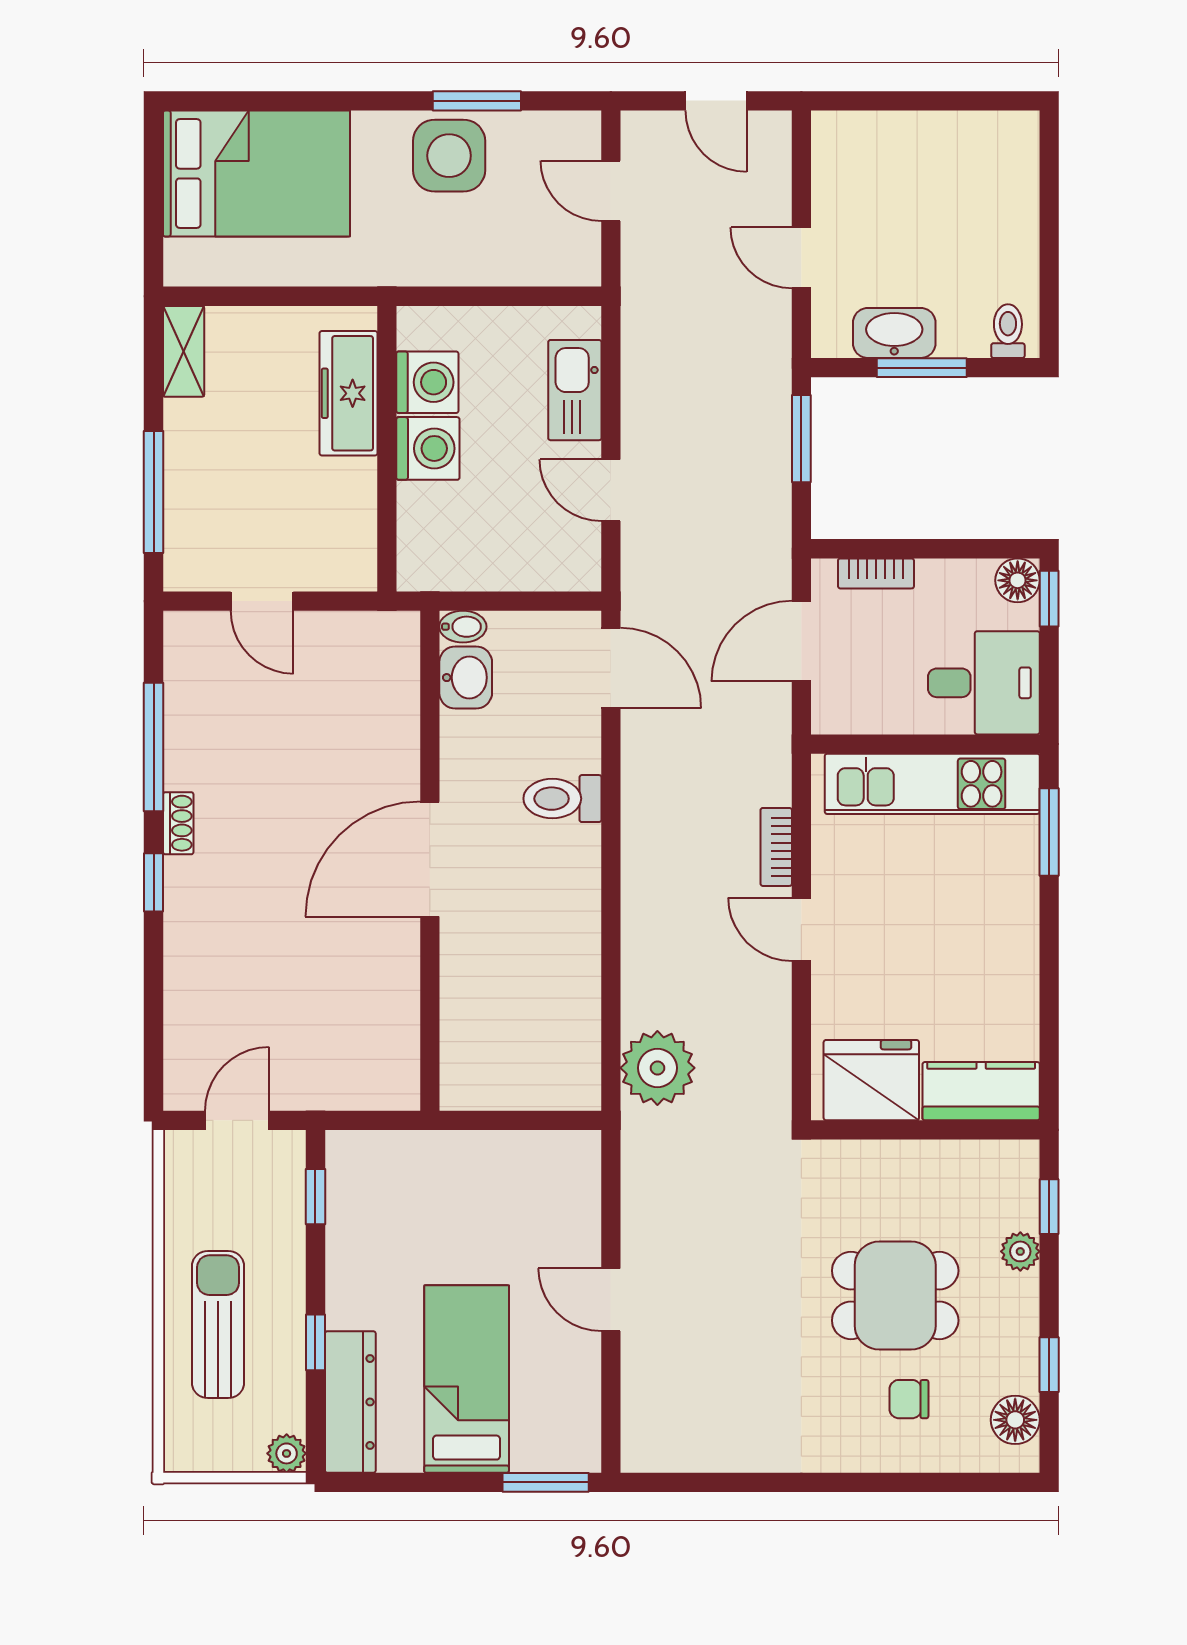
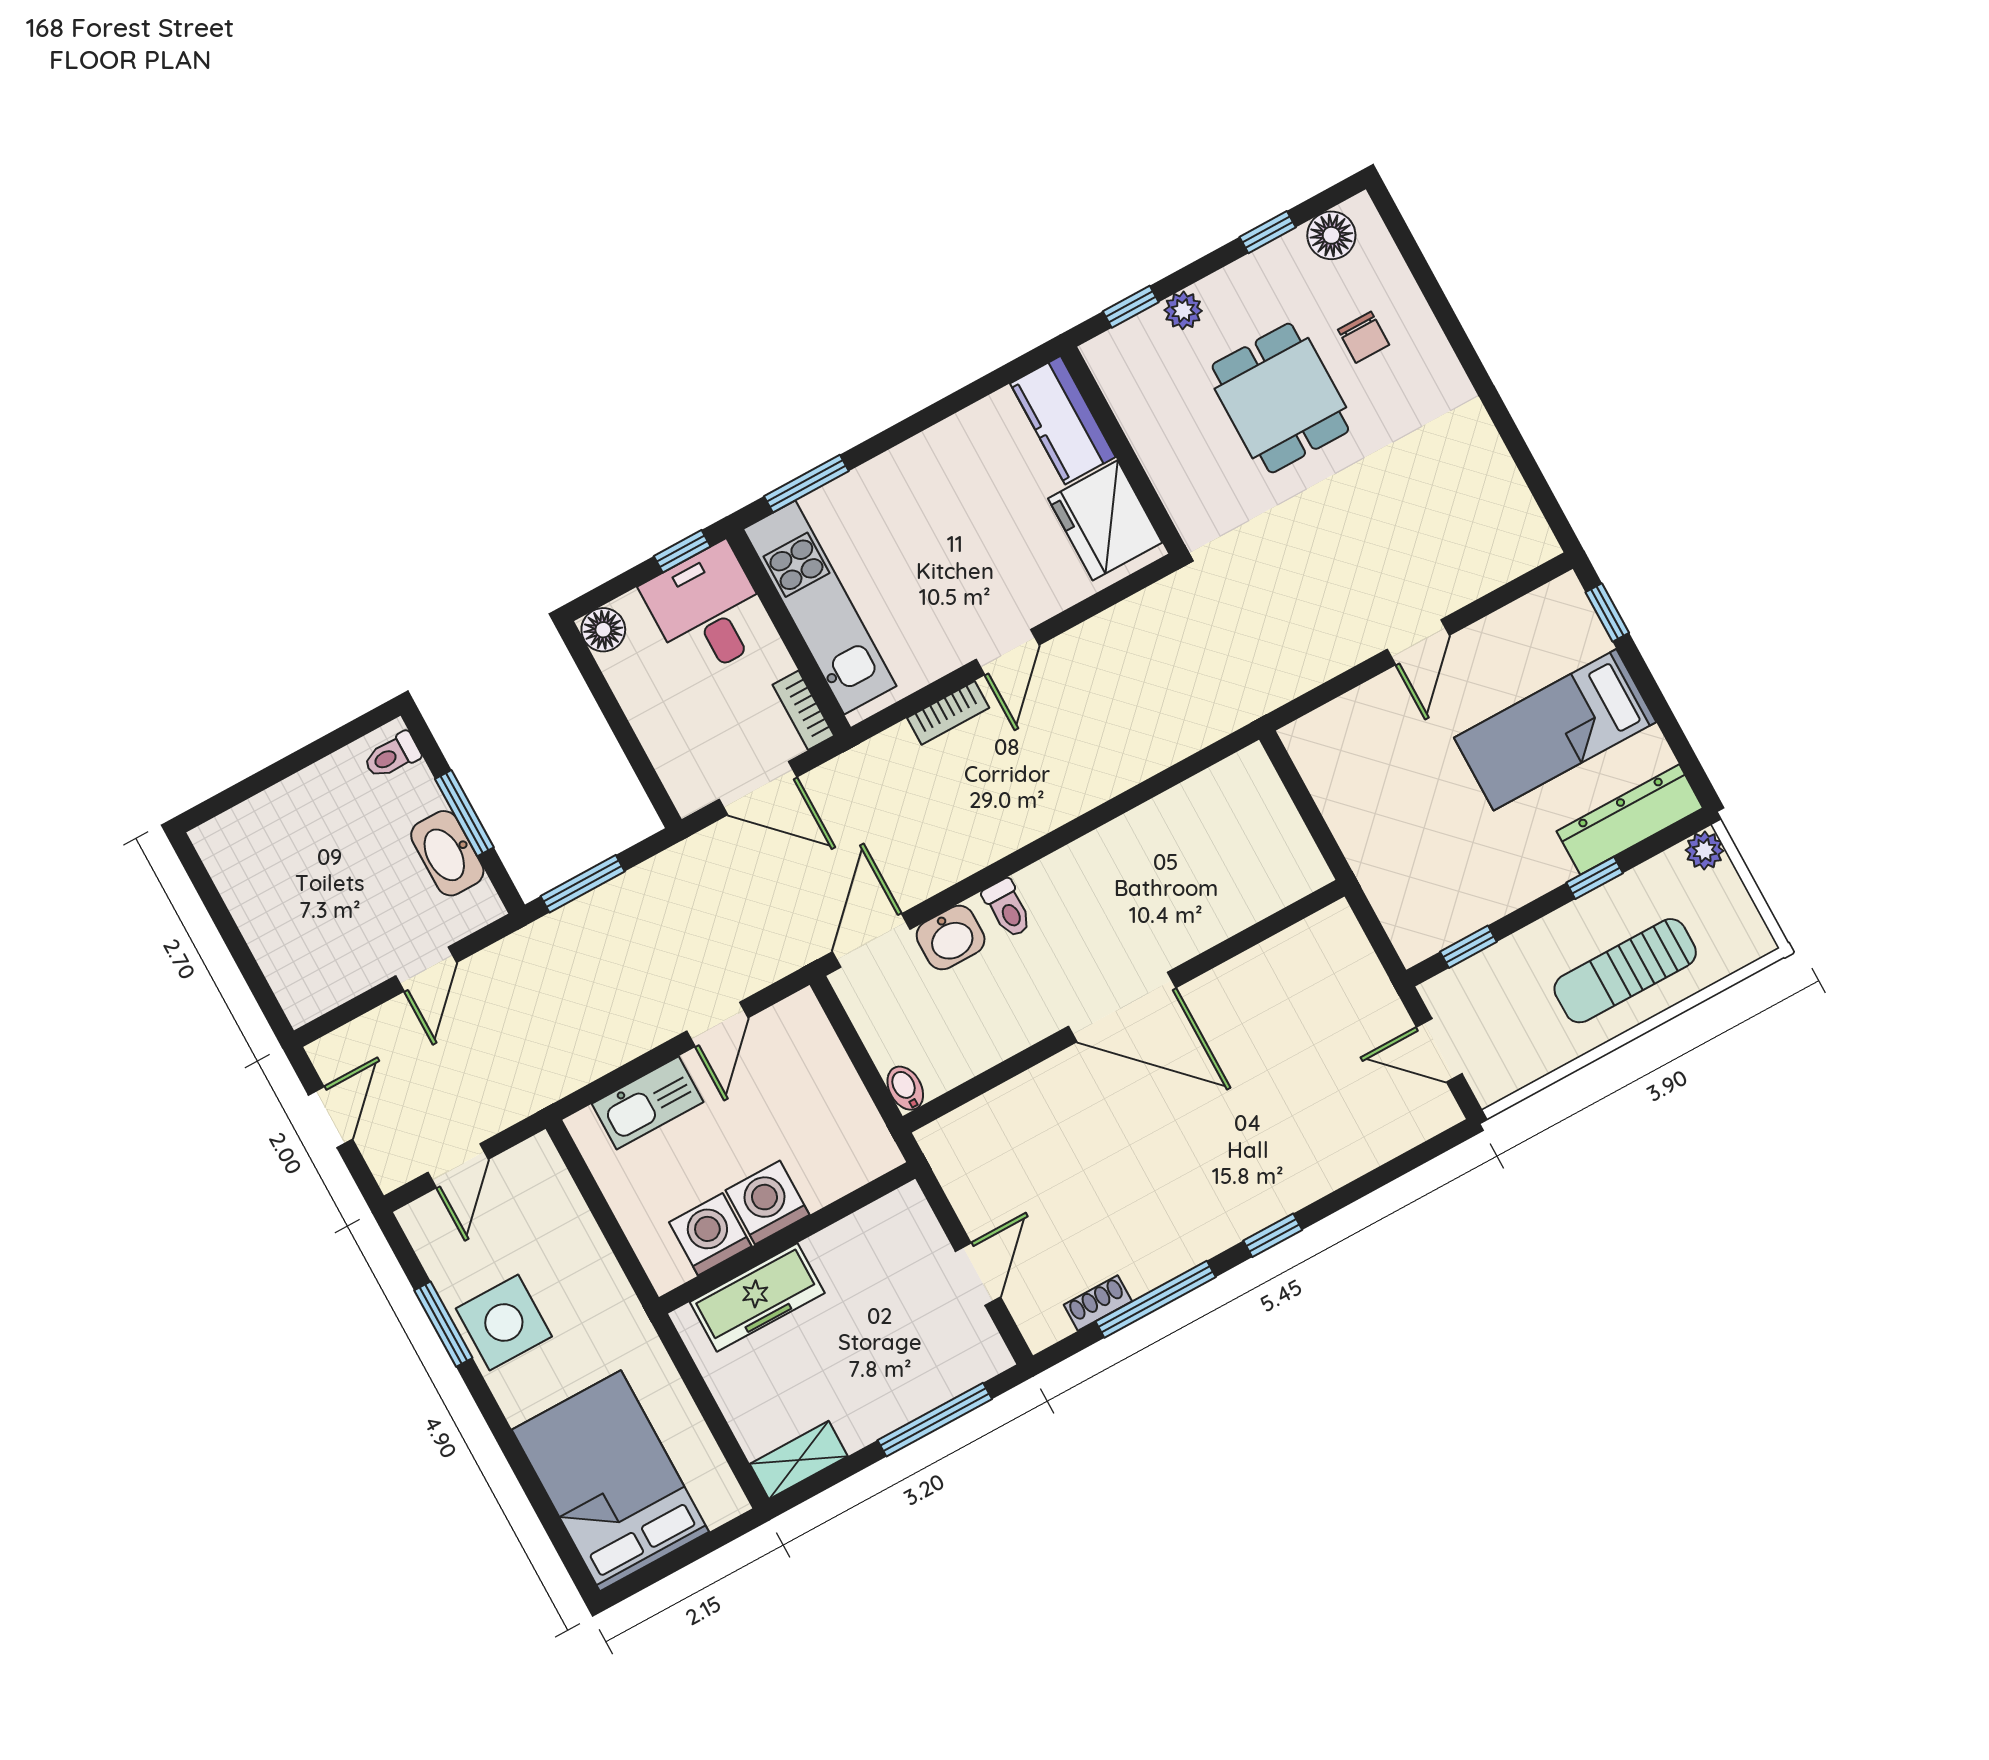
bookcase: (876, 573) -> (803, 710), moved, turned 180
window: (1049, 599) -> (682, 551), moved
washbasin: (466, 678) -> (951, 938), moved, turned 180
toilet: (562, 799) -> (1008, 908), width x0.73, depth x0.72
shoe rack: (178, 823) -> (1098, 1303), moved
plant: (657, 1068) -> (1196, 711), removed
window: (546, 1482) -> (1607, 612), width x0.67

